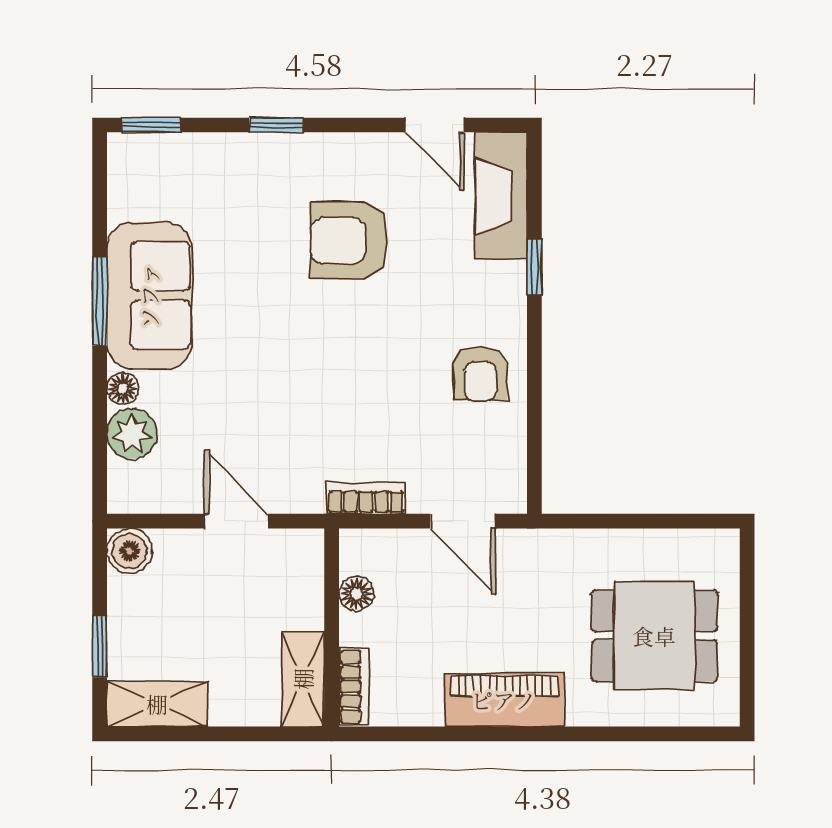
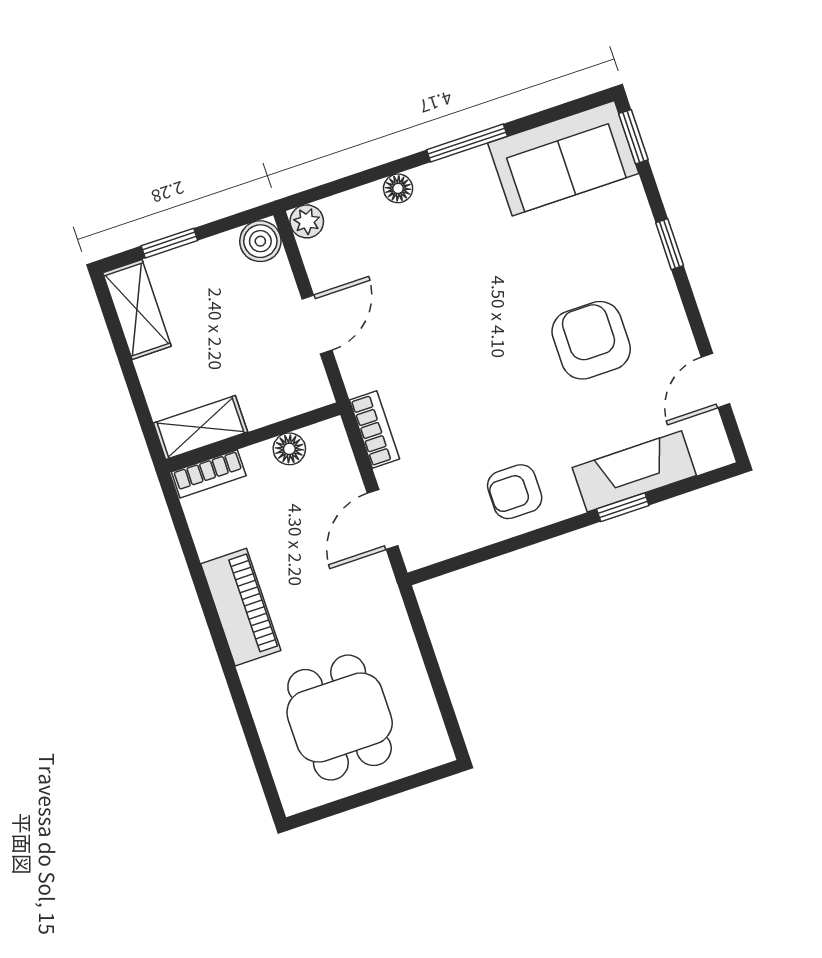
fireplace: (501, 196) -> (634, 471), moved
sofa: (149, 296) -> (563, 158), moved
plant: (132, 434) -> (307, 221), moved, width x0.73, depth x0.73

